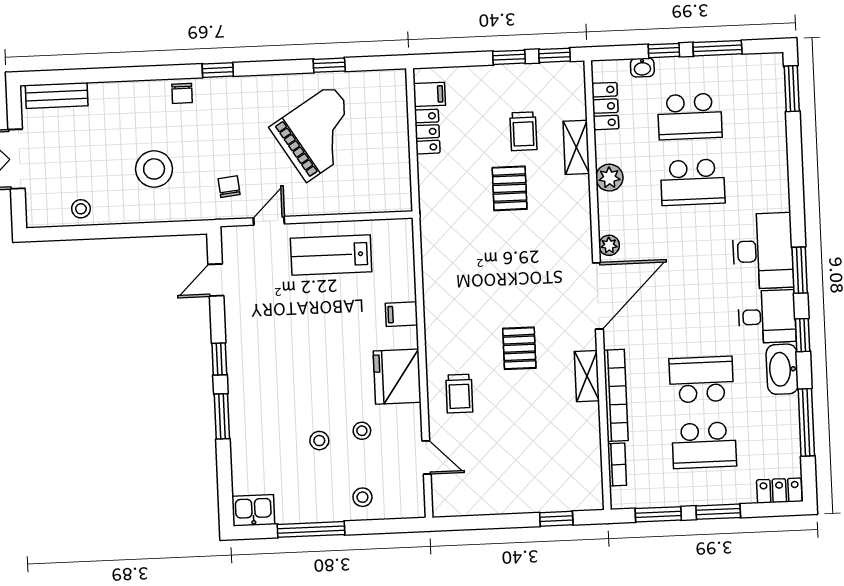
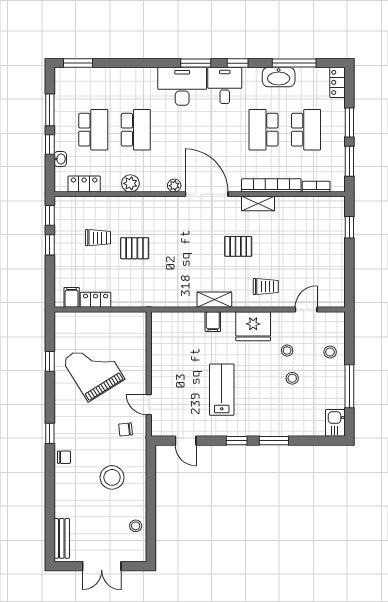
shelving: (576, 147) -> (214, 300), moved
lab bench: (331, 255) -> (222, 390), moved, turned 180
washbasin: (782, 369) -> (279, 77), moved

